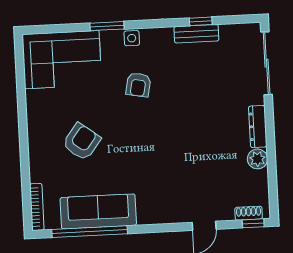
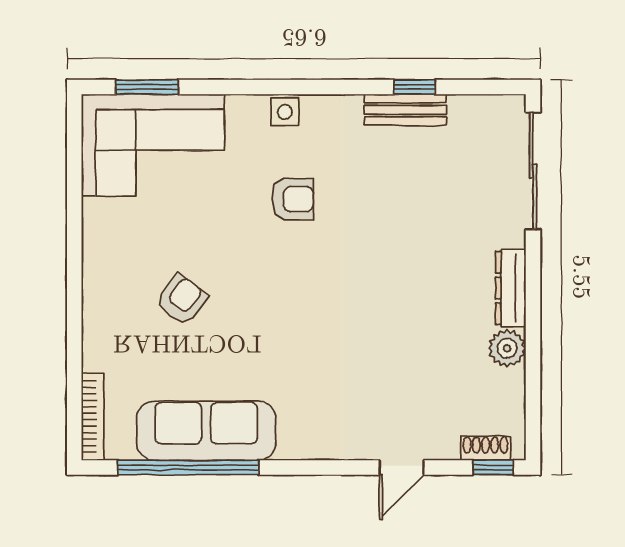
window: (107, 26) -> (147, 87), moved
armchair: (138, 85) -> (293, 199), turned -101
armchair: (82, 142) -> (182, 300), width x0.72, depth x0.72

